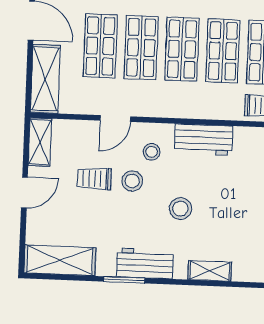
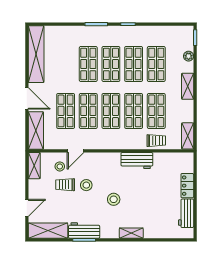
workbench: (204, 140) -> (137, 161), moved
stool: (152, 152) -> (60, 166), moved
door: (24, 192) -> (27, 208), moved
workbench: (145, 263) -> (84, 230), moved

